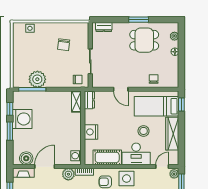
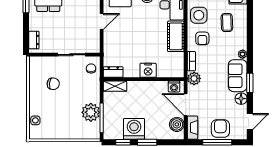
dresser: (89, 100) -> (113, 72), moved
shelving: (76, 102) -> (115, 86), moved
wall: (83, 128) -> (144, 79), moved
nightstand: (91, 132) -> (148, 70), moved
washing machine: (76, 156) -> (174, 87), moved

